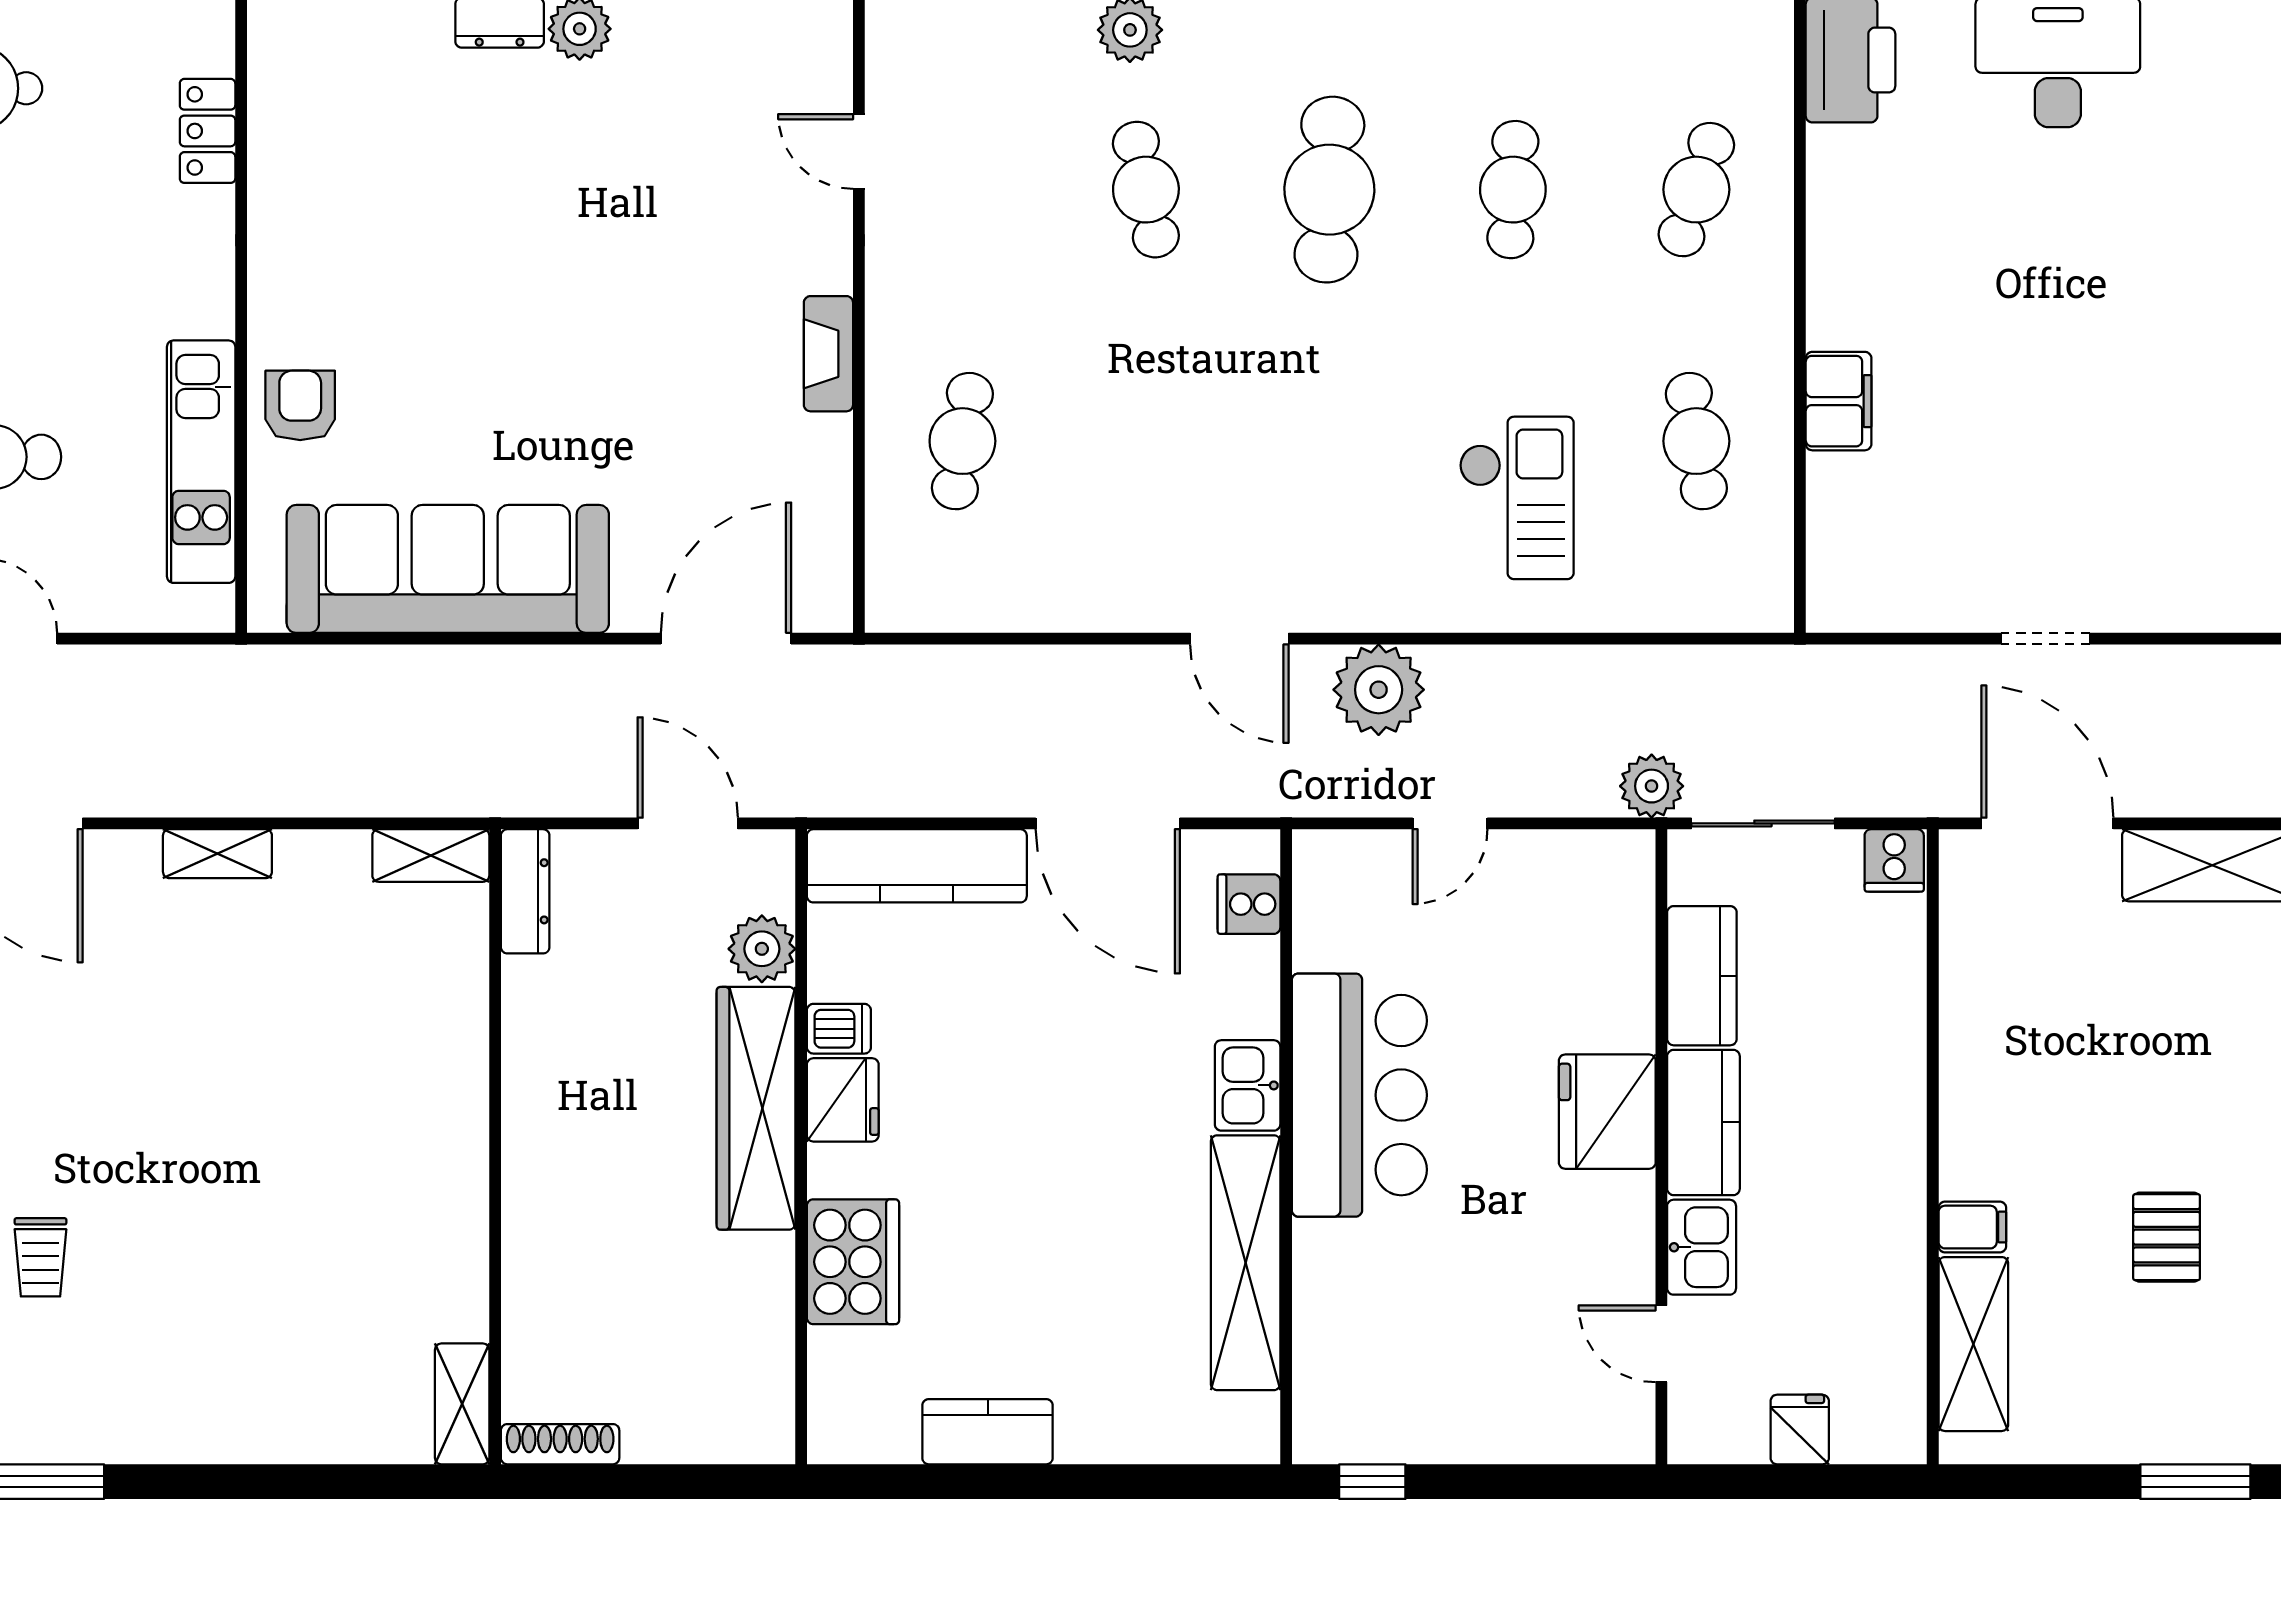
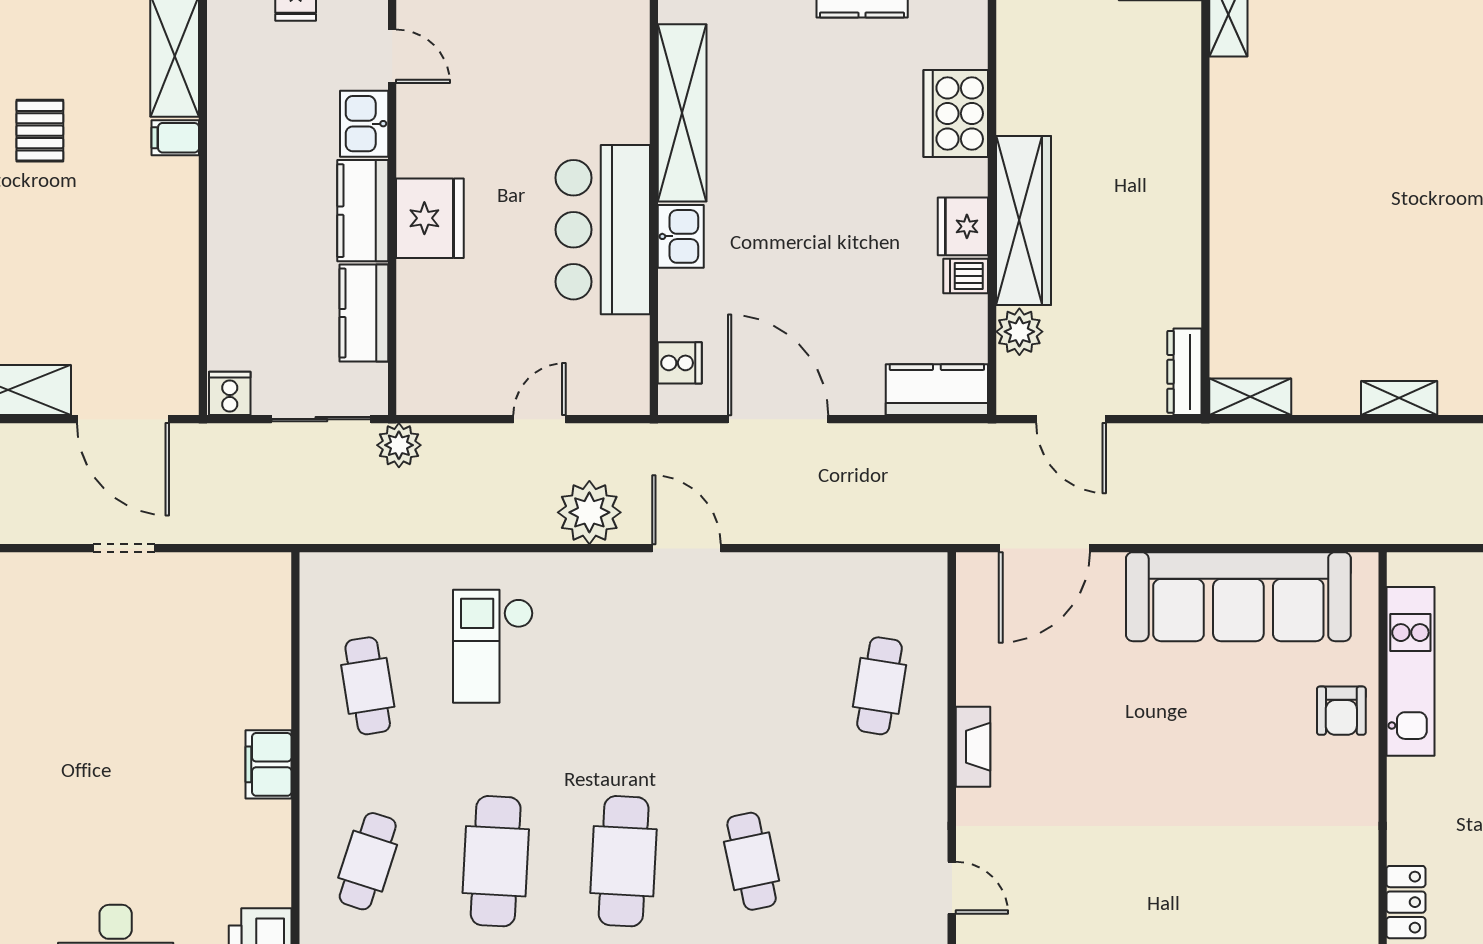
cafe table: (1513, 190) -> (496, 861), width x1.37, depth x1.35
filing cabinet: (1839, 401) -> (269, 764), moved
kitchen counter: (917, 866) -> (937, 390), width x0.67

